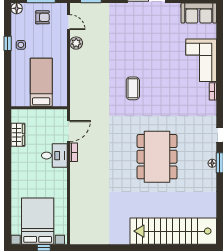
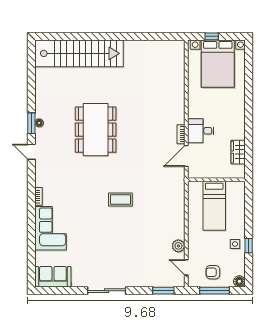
coffee table: (133, 88) -> (120, 200), turned 90

